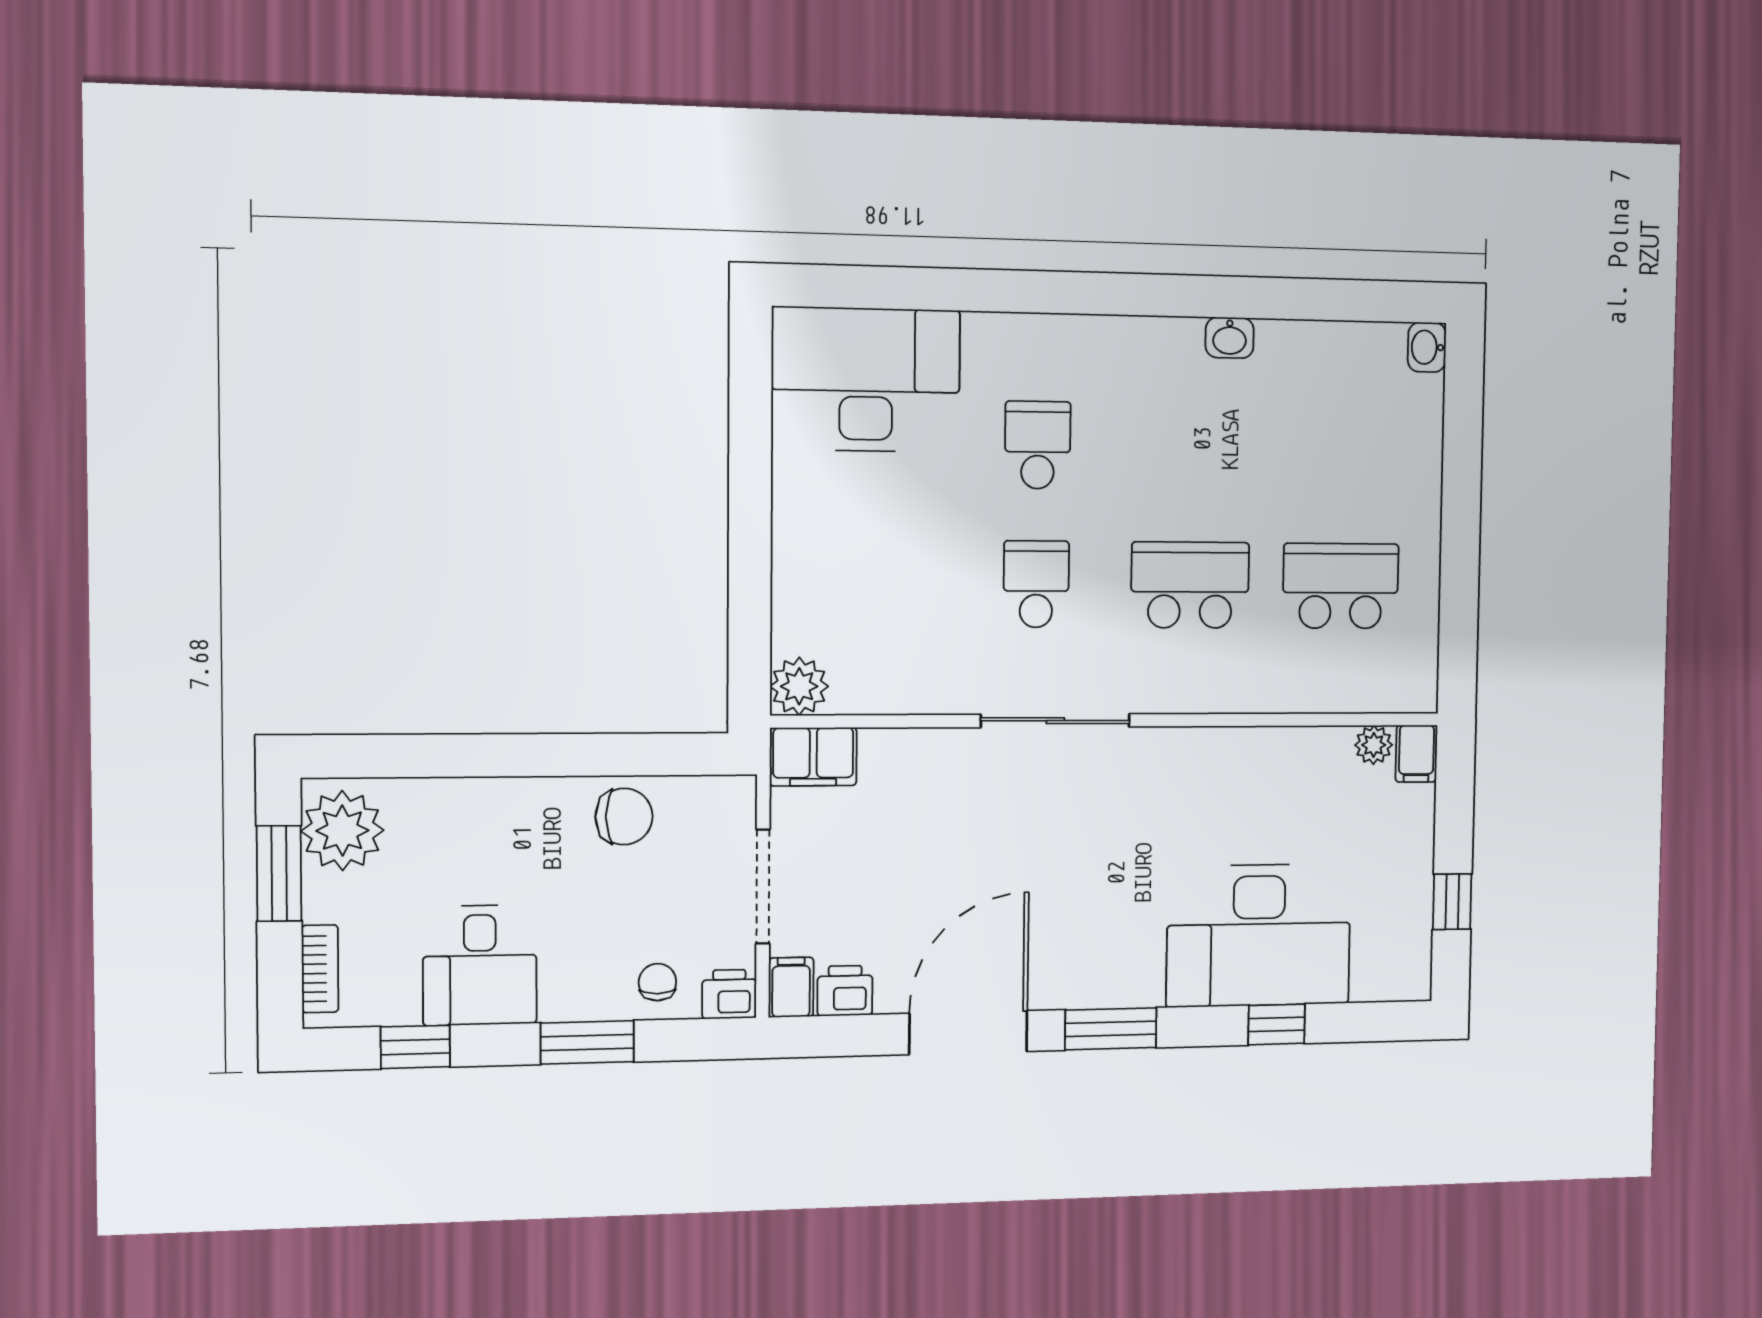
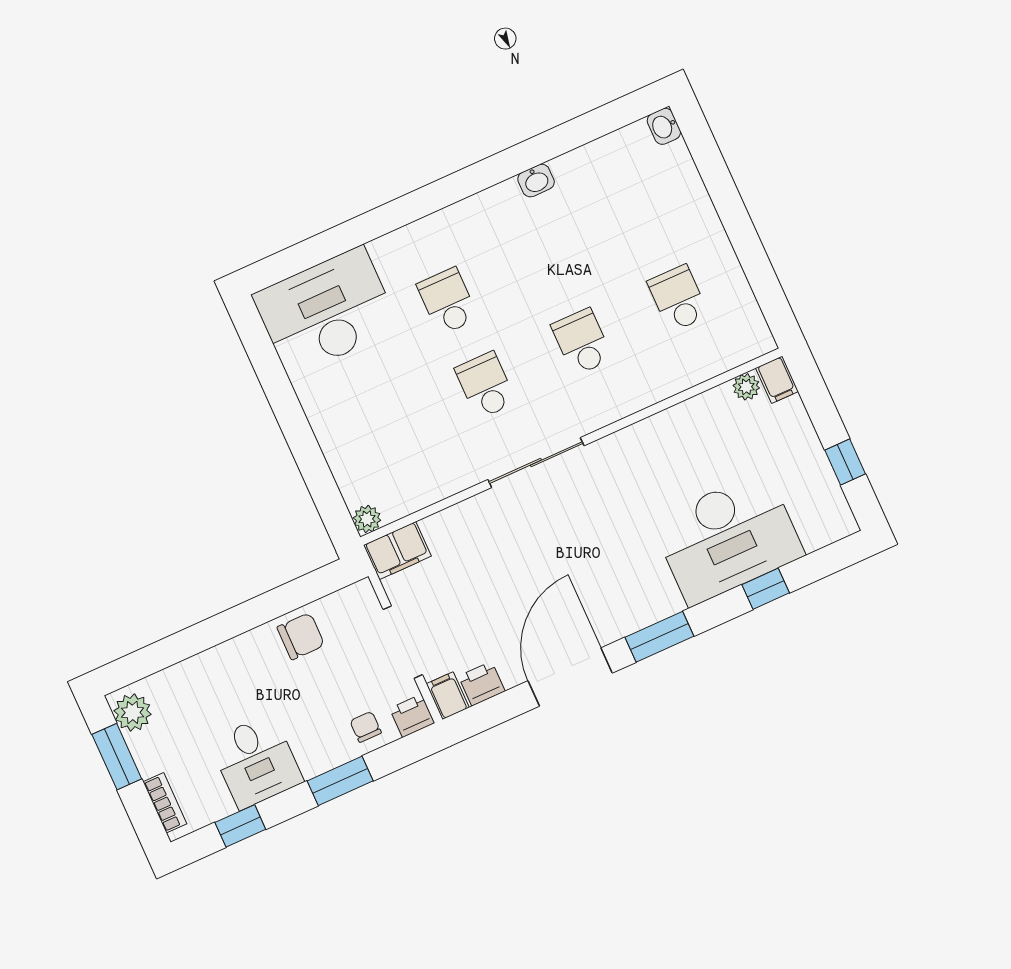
school desk: (1190, 585) -> (582, 342), width x0.54
school desk: (1341, 586) -> (678, 298), width x0.54
plant: (799, 686) -> (367, 519), width x0.73, depth x0.73
plant: (342, 831) -> (133, 712), width x0.73, depth x0.73

